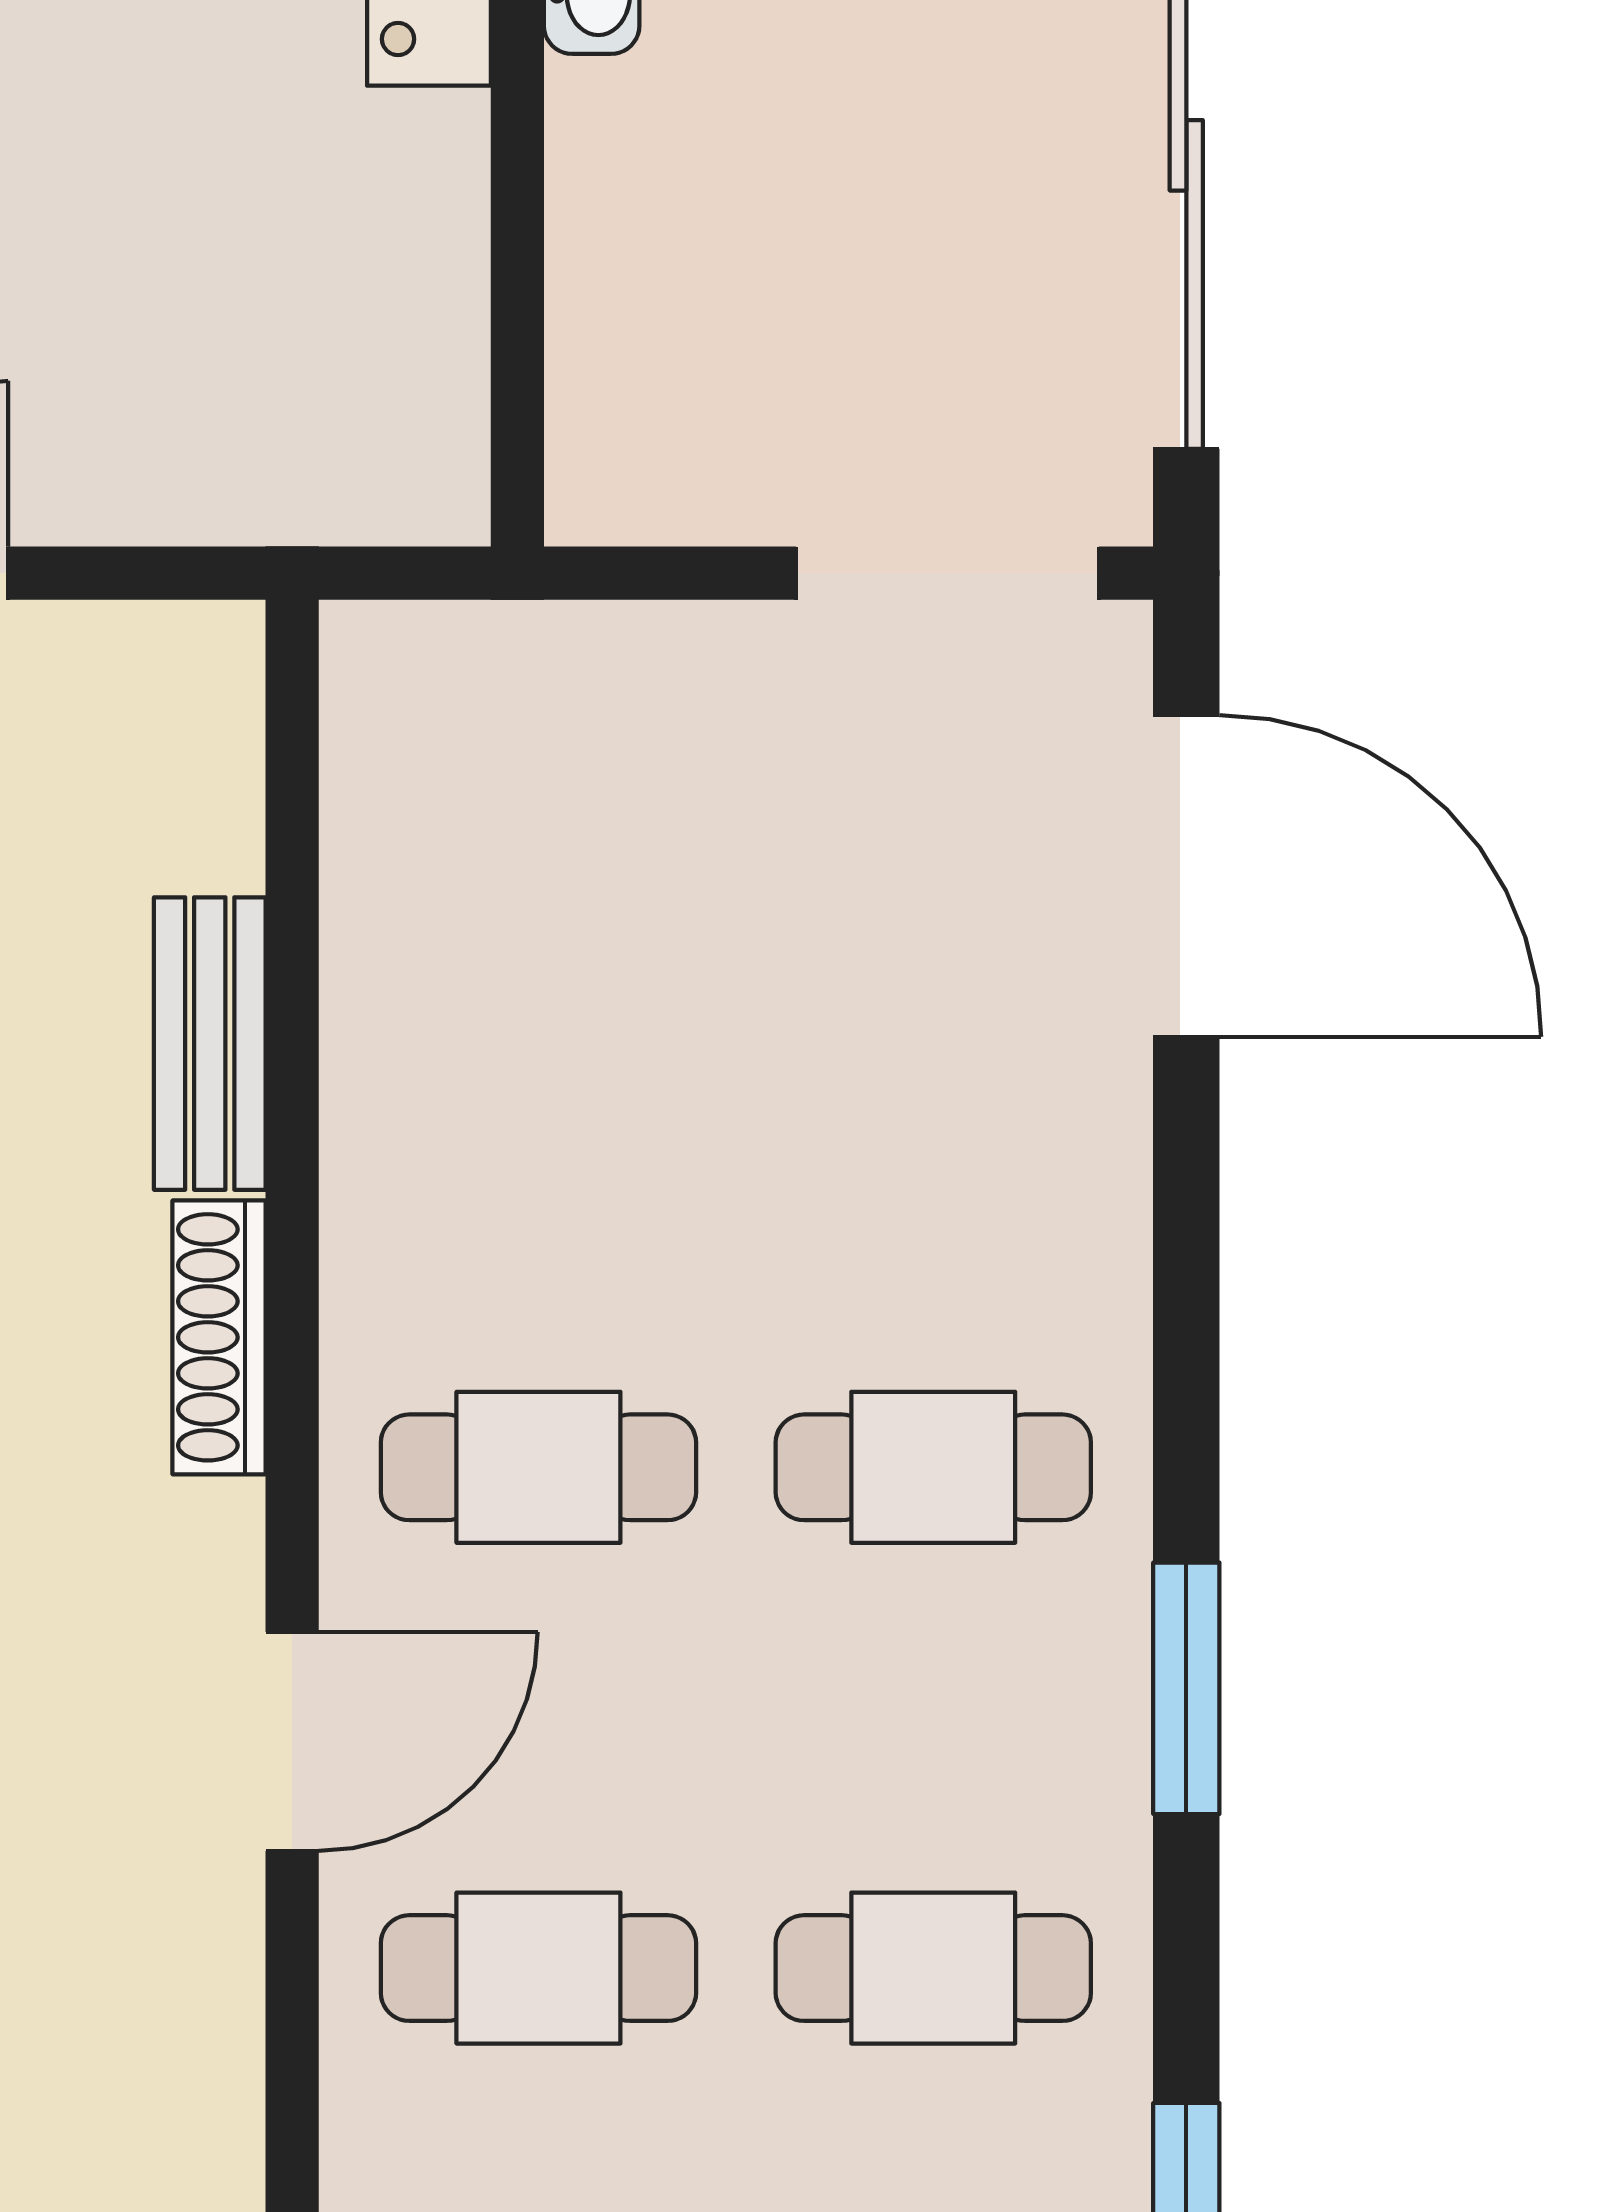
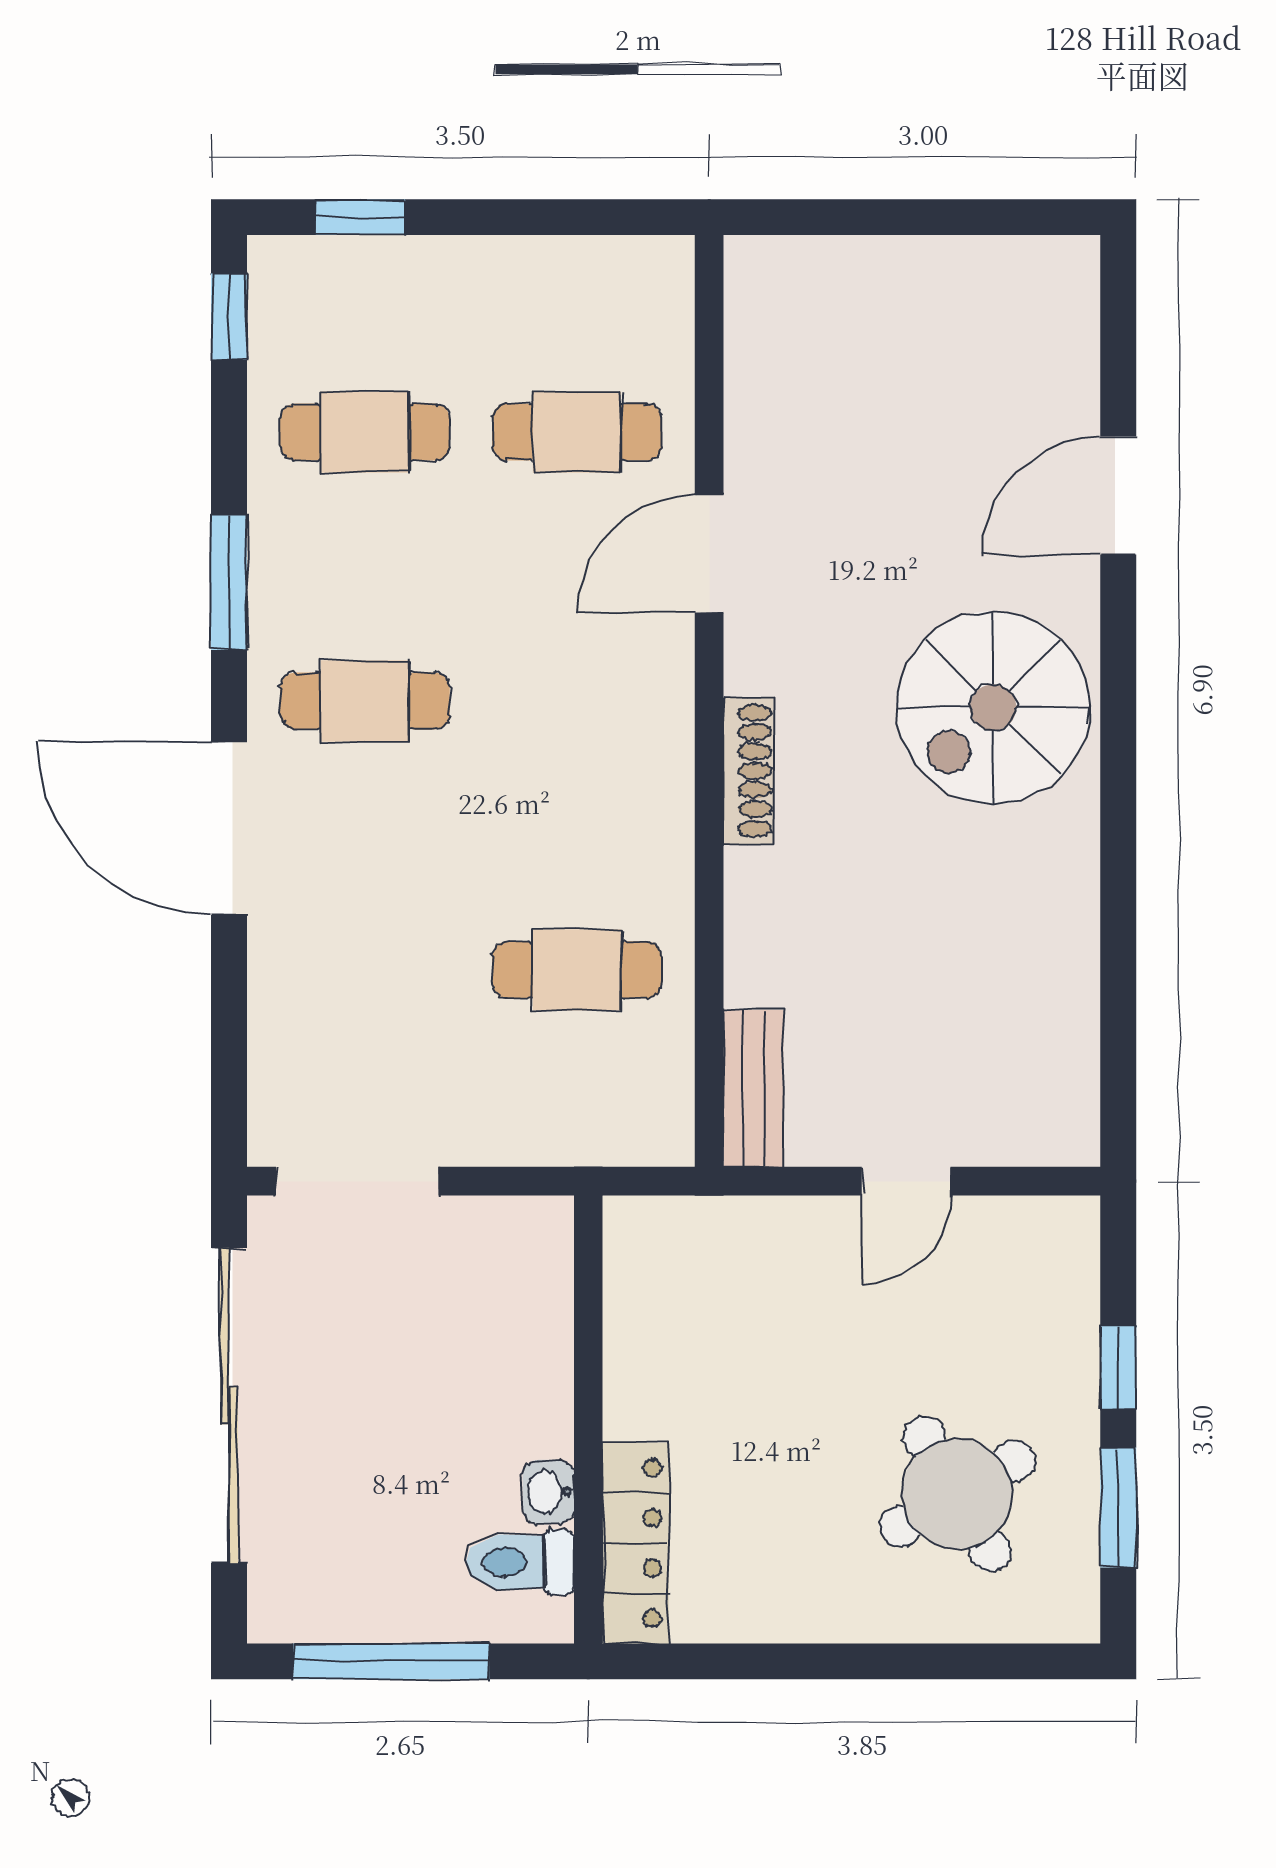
door: (1186, 876) -> (229, 829), moved
bench: (210, 1044) -> (753, 1088), moved
cafe table: (538, 1467) -> (577, 970), moved

